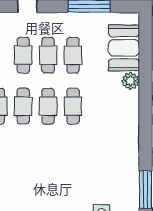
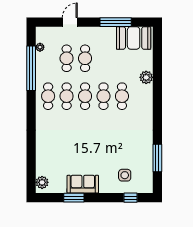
booth: (124, 48) -> (134, 38), moved, turned 90
cafe table: (73, 55) -> (122, 96), moved

